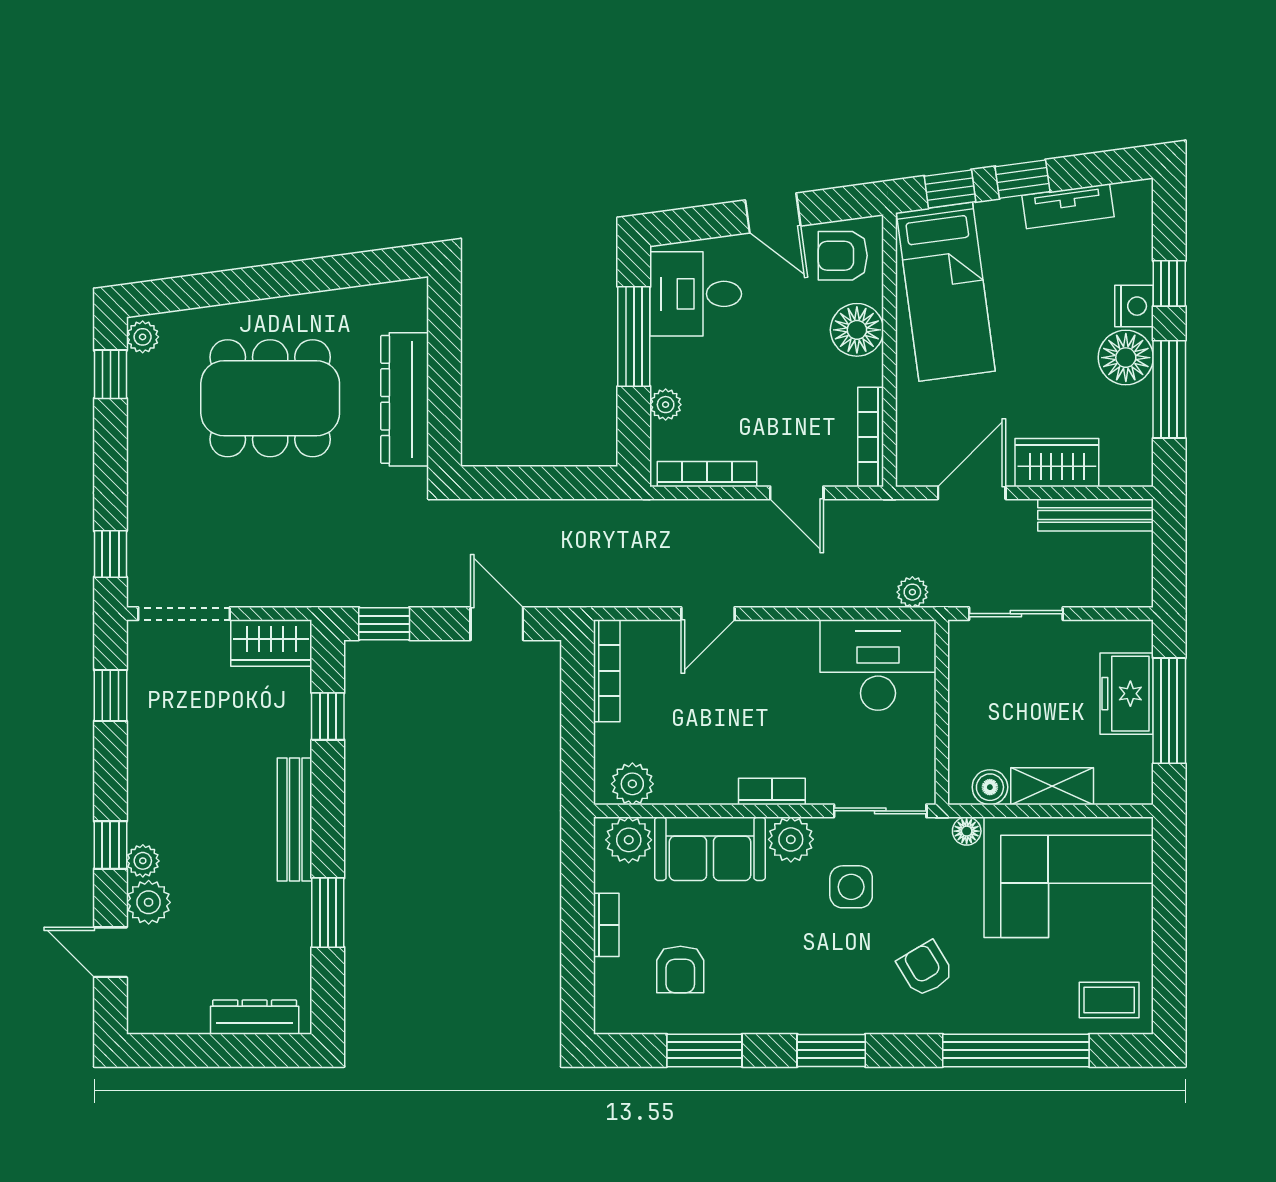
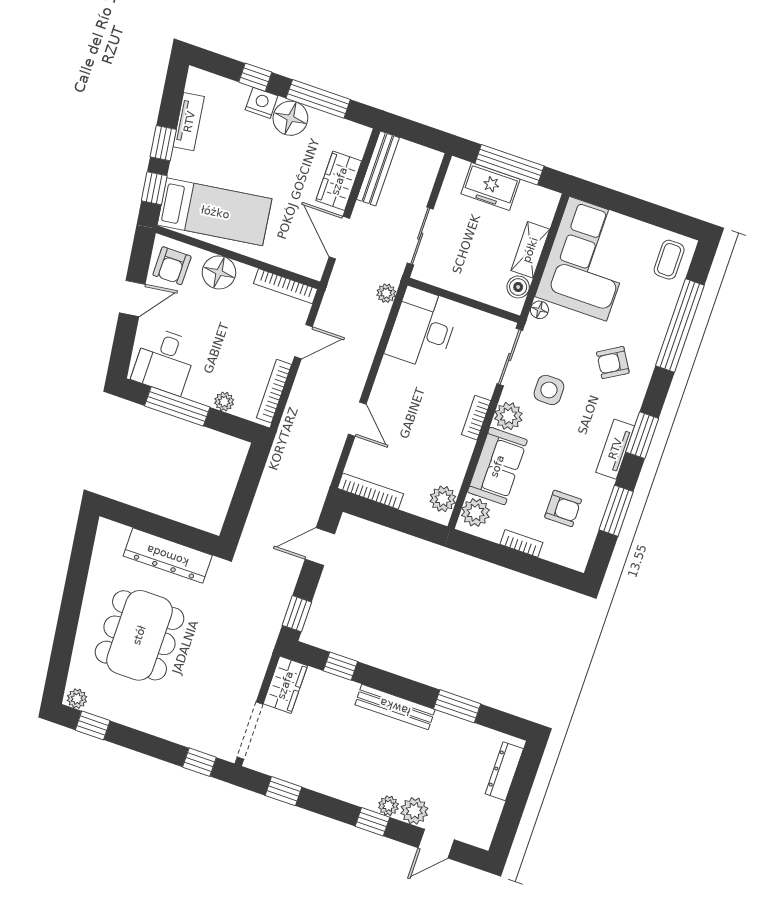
tv unit: (796, 1017) -> (615, 449), added

